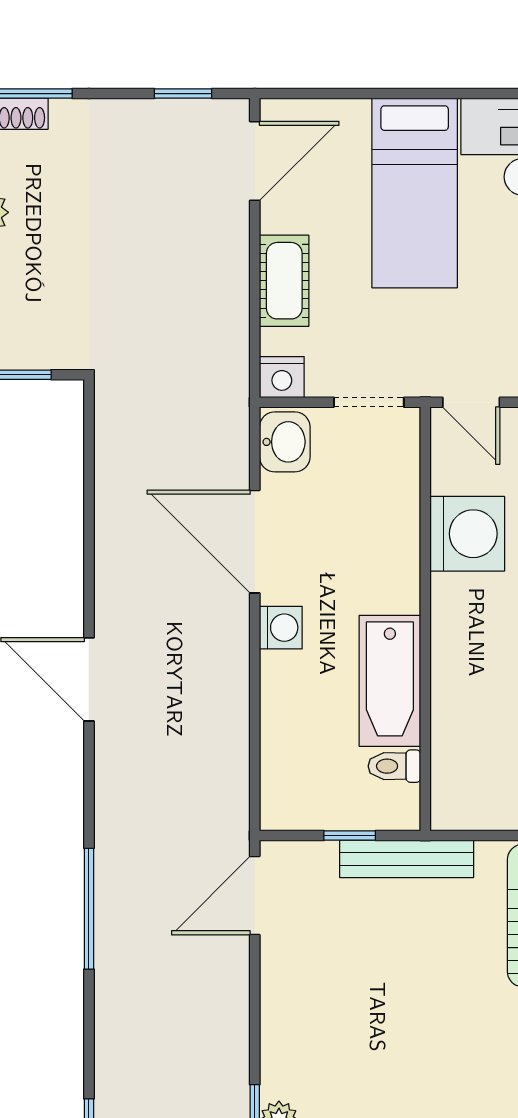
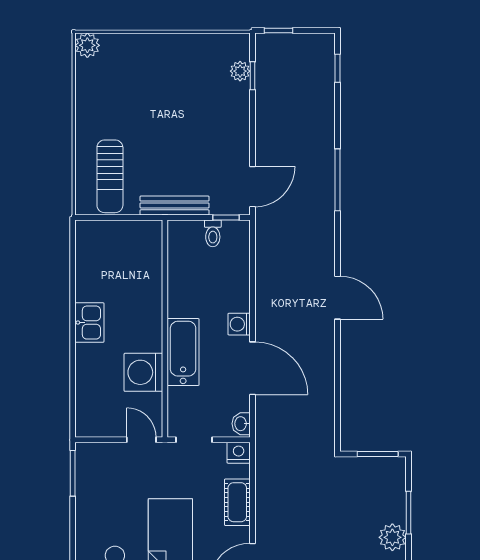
washbasin: (285, 442) -> (241, 424), width x0.72, depth x0.69
bathtub: (390, 681) -> (183, 352), moved
toilet: (394, 766) -> (213, 233), moved, turned 90
window: (350, 835) -> (226, 217), moved

